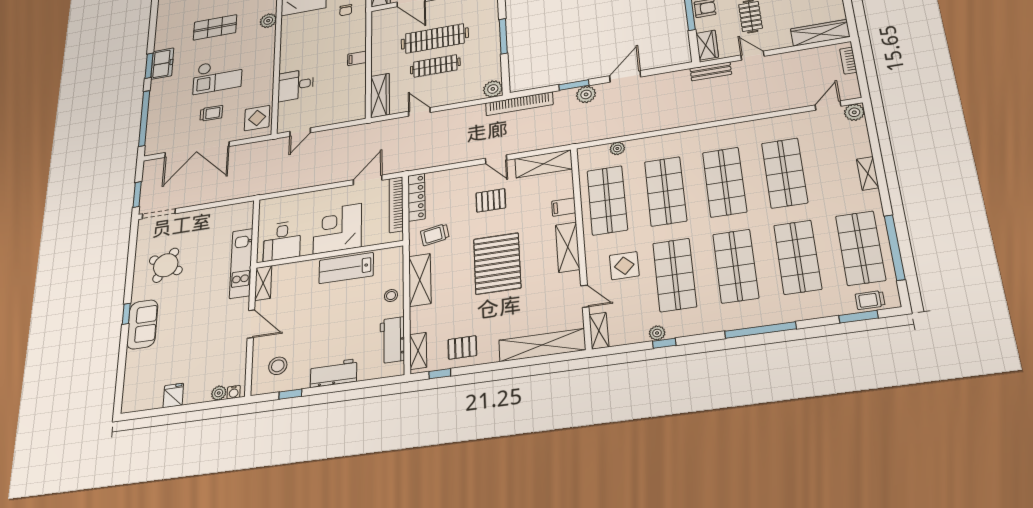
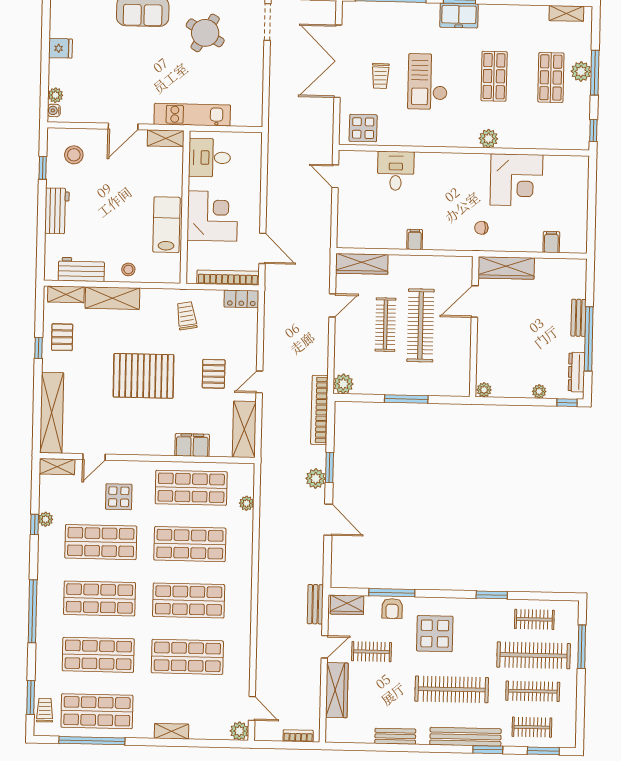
wardrobe: (820, 33) -> (337, 690), moved
locker: (416, 197) -> (241, 299), width x0.66
filing cabinet: (564, 207) -> (192, 445), width x2.00
shelving: (568, 247) -> (148, 445), removed
shelving: (420, 280) -> (112, 298), moved
window: (440, 374) -> (39, 348), moved

